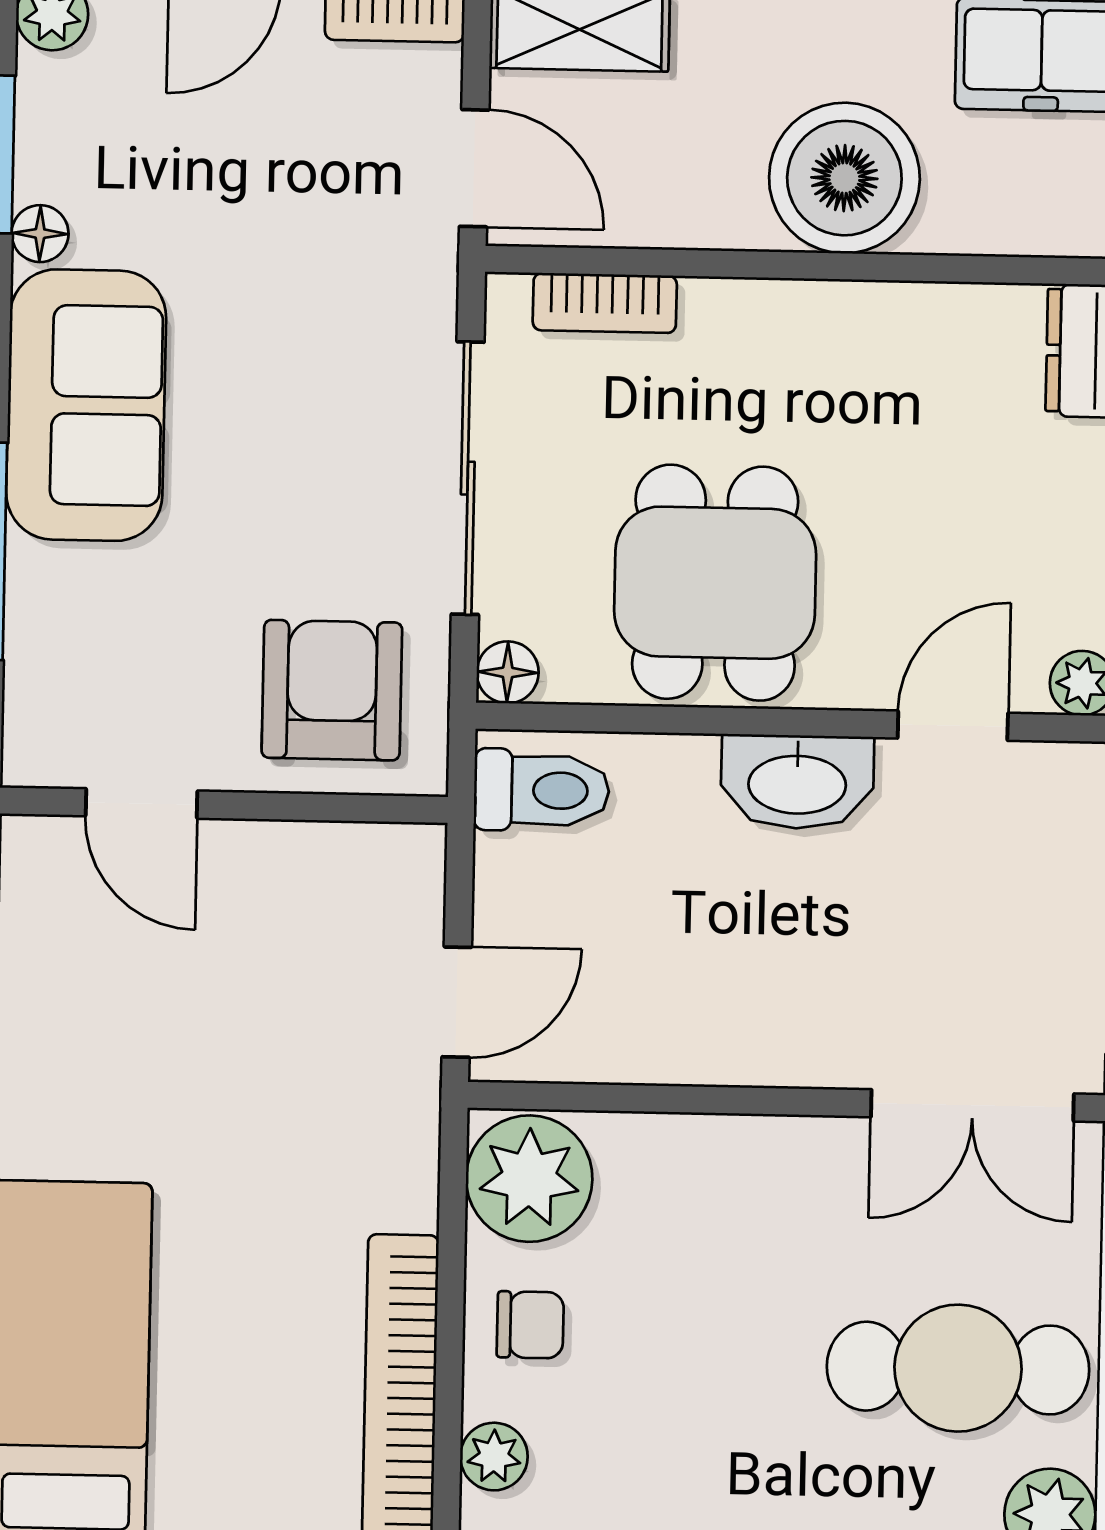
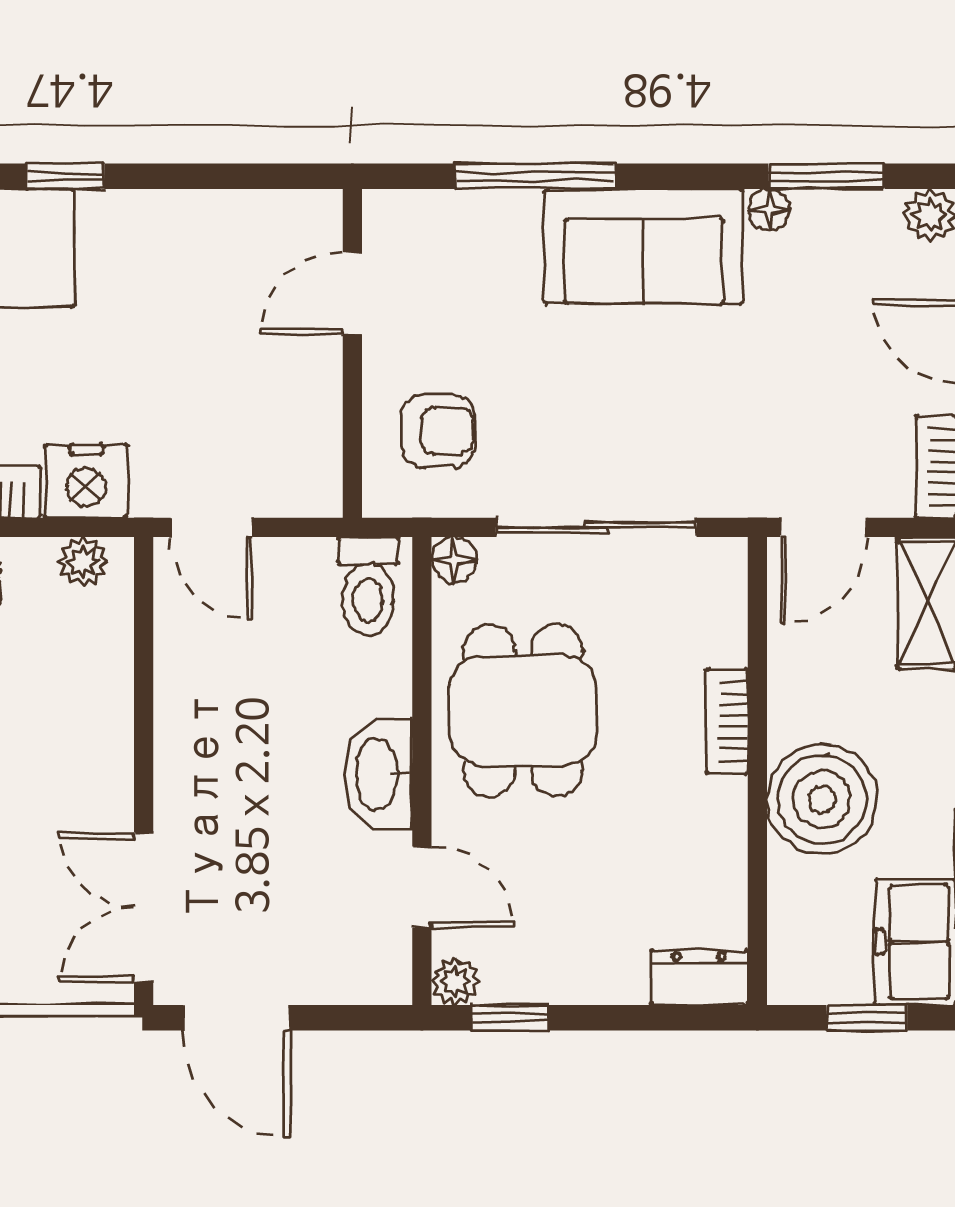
bookcase: (605, 303) -> (727, 721), moved
dining table: (715, 583) -> (523, 711), turned 90
armchair: (332, 690) -> (438, 431), width x0.72, depth x0.72
nightstand: (390, 1172) -> (86, 481), added
plant: (529, 1179) -> (83, 562), width x0.53, depth x0.53

